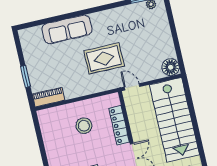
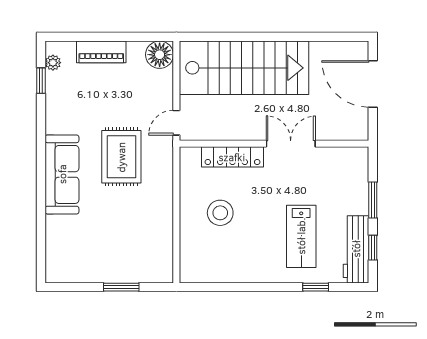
sofa: (67, 29) -> (62, 174), moved
piano: (48, 97) -> (101, 52), moved, turned -90

